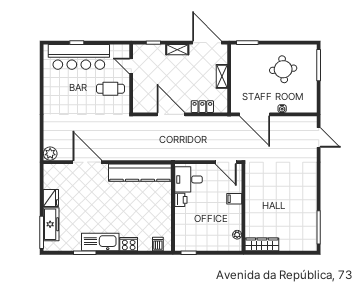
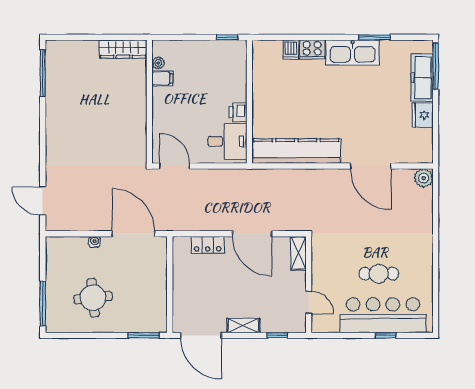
shelving: (222, 76) -> (298, 253), moved
cafe table: (110, 89) -> (379, 274), moved
filing cabinet: (234, 199) -> (162, 78), moved
dishwasher: (158, 244) -> (291, 50), moved

